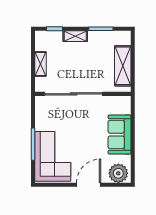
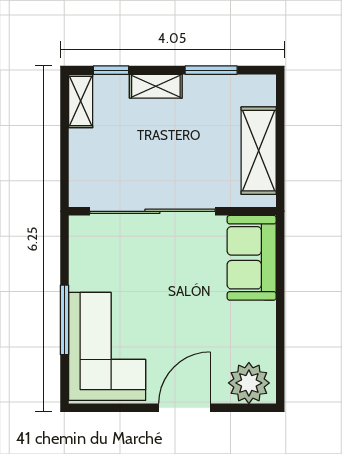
shelving: (40, 64) -> (81, 101), moved
sofa: (120, 135) -> (252, 258), moved

